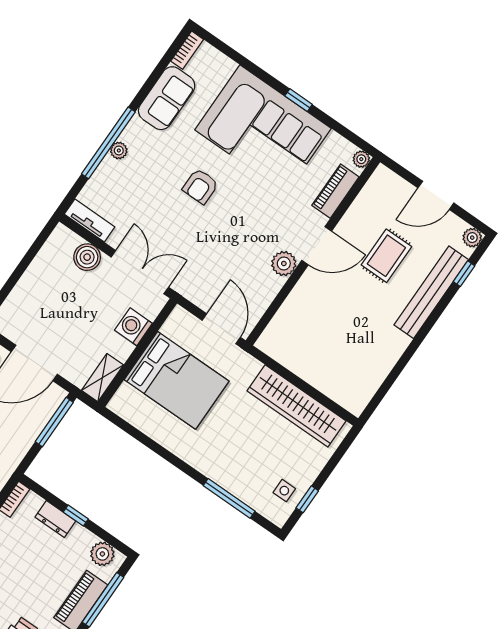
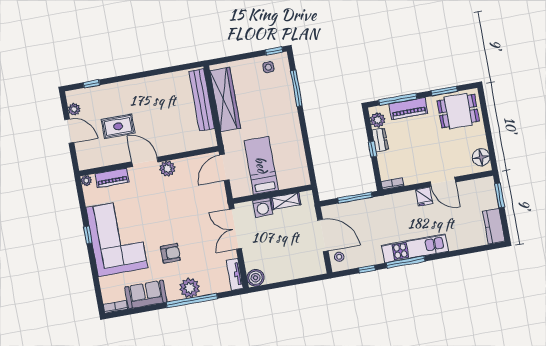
plant: (119, 150) -> (190, 288), width x1.87, depth x1.87
armchair: (200, 186) -> (170, 253), moved
plant: (472, 238) -> (74, 109), moved
boiler: (87, 257) -> (256, 278), moved
bench: (431, 292) -> (202, 100), moved, turned 90
shelving: (102, 378) -> (286, 201), moved
bed: (177, 380) -> (261, 165), width x0.67
window: (54, 422) -> (355, 198), moved
window: (307, 499) -> (274, 51), moved
dresser: (55, 519) -> (380, 140), moved

